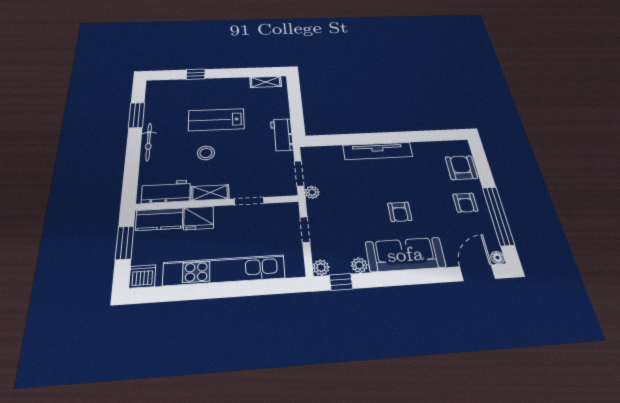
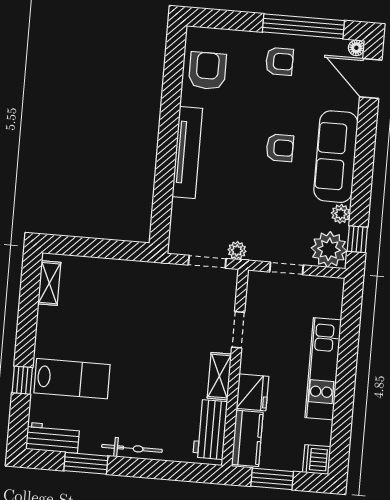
lab bench: (216, 120) -> (72, 379), moved, turned -90
workbench: (282, 135) -> (53, 438), moved, turned 180
stool: (206, 153) -> (160, 376), removed
armchair: (461, 168) -> (207, 71), moved, turned 90
plant: (321, 267) -> (329, 249), width x1.88, depth x1.88
kitchen unit: (224, 270) -> (323, 369), width x0.73

